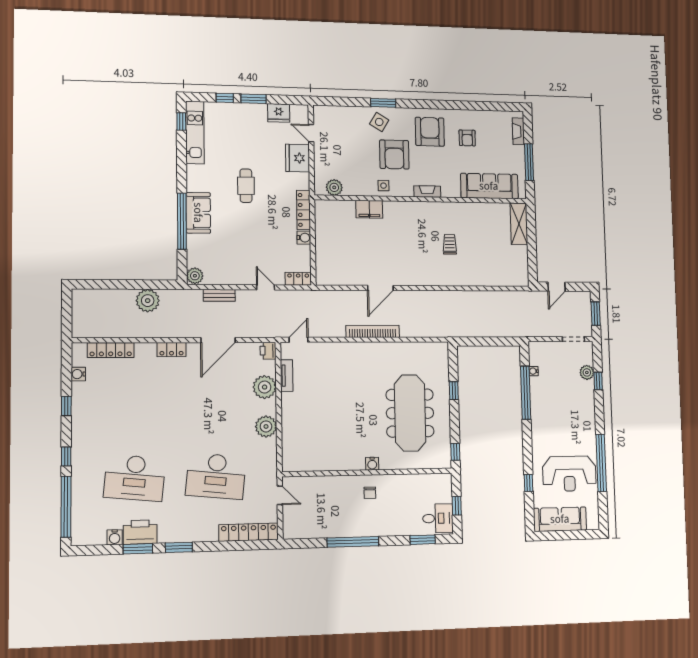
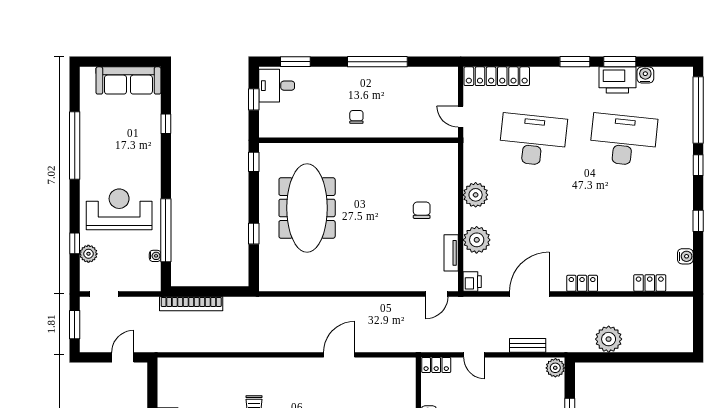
bookcase: (373, 331) -> (191, 304), moved
locker: (111, 350) -> (650, 283), width x0.66
chair: (313, 412) -> (422, 210), added
water cooler: (372, 464) -> (353, 150), removed
reception desk: (569, 474) -> (119, 209), moved

